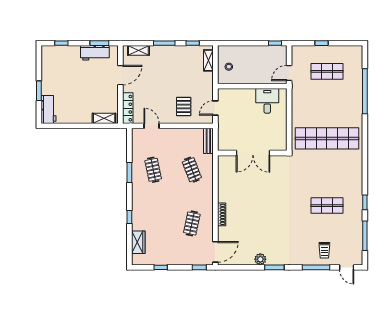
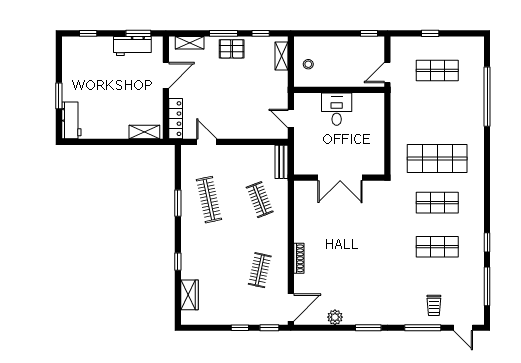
desk: (267, 101) -> (337, 109), moved
pallet: (184, 107) -> (232, 49), moved, turned 90
door: (215, 108) -> (291, 118), hinge flipped
shop shelf: (327, 138) -> (437, 159), width x0.71
clothes rail: (153, 170) -> (209, 200), width x1.36
shop shelf: (327, 172) -> (437, 203), added
plant: (260, 259) -> (335, 317), moved
window: (161, 267) -> (240, 328), moved

